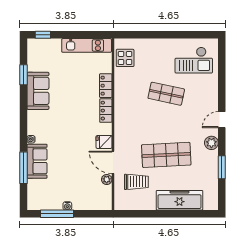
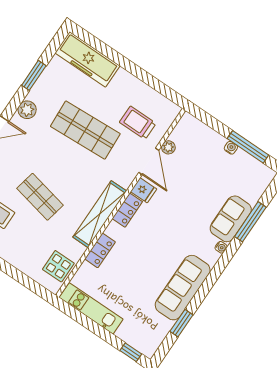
sofa: (38, 91) -> (183, 288), width x1.36
shelving: (121, 108) -> (100, 214), added
locker: (106, 111) -> (127, 210), moved
freezer: (179, 200) -> (87, 59), moved

